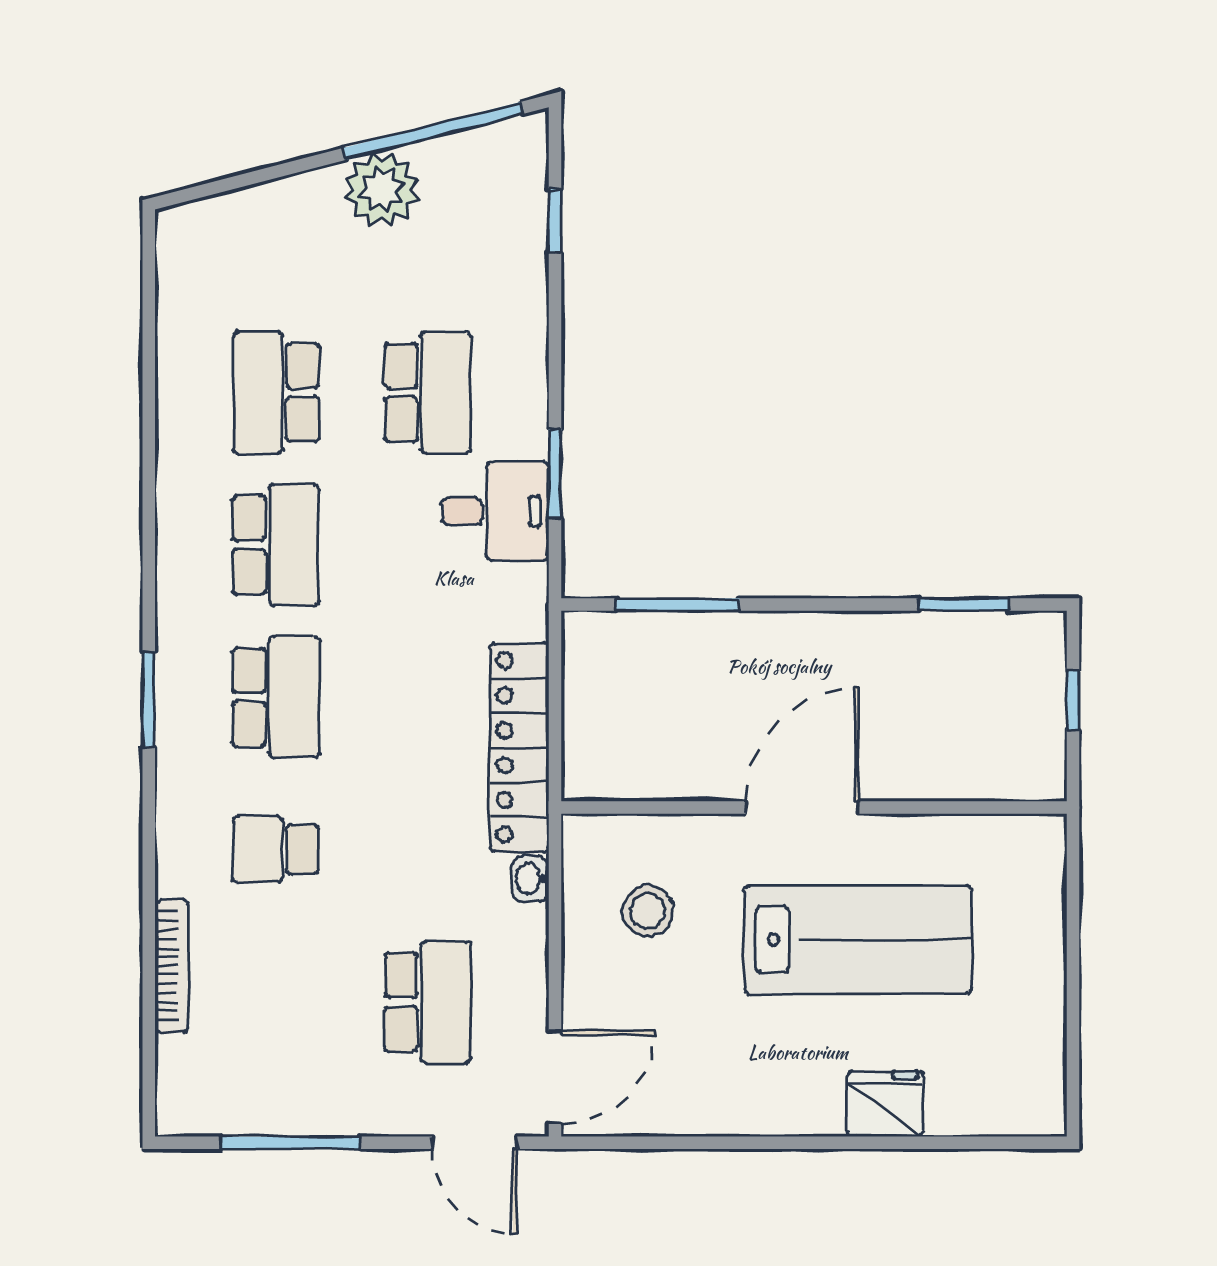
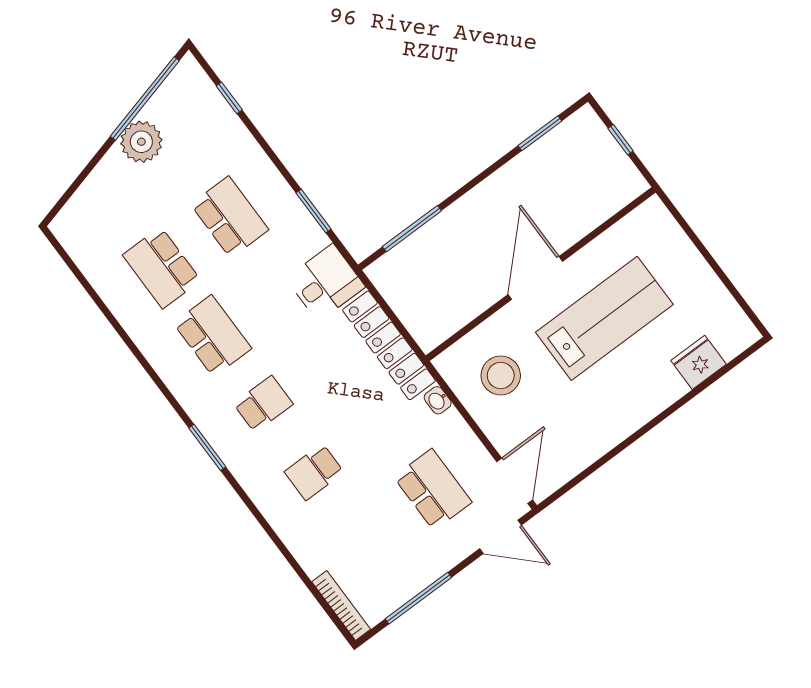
desk: (495, 511) -> (325, 283), moved
school desk: (276, 697) -> (263, 404), width x0.54
stool: (648, 911) -> (501, 376), width x1.38, depth x1.38
bookcase: (172, 966) -> (341, 606), moved
fridge: (885, 1104) -> (699, 362), moved

